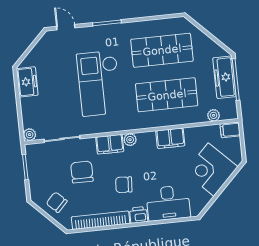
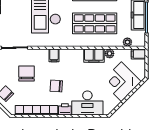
plant: (130, 140) -> (110, 53), moved
filing cabinet: (110, 144) -> (54, 55), width x0.50

